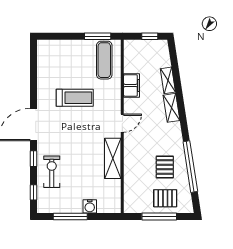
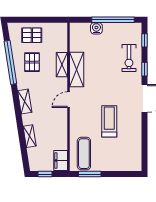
filing cabinet: (132, 85) -> (61, 161), moved
treadmill: (75, 98) -> (109, 121), turned 90
shelving: (172, 108) -> (25, 102), moved
shelving: (130, 164) -> (62, 65), added
window: (70, 216) -> (113, 20), width x1.46
window: (159, 216) -> (37, 20), removed

